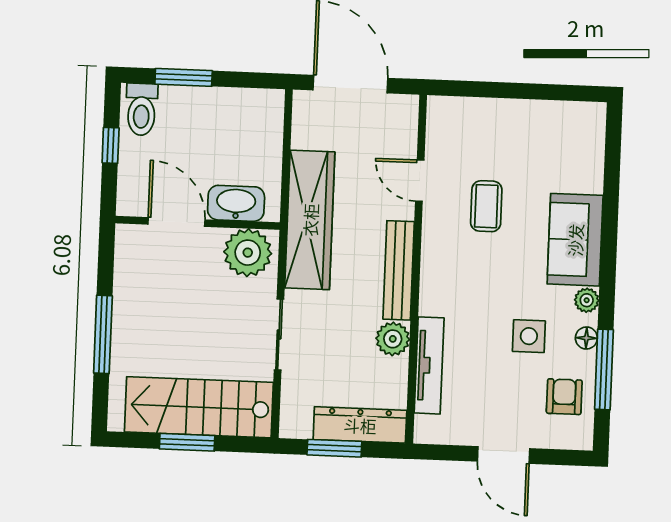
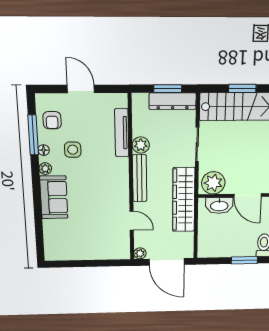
plant: (406, 107) -> (140, 253), added
coffee table: (486, 206) -> (99, 211), removed
dresser: (360, 425) -> (173, 101), moved

